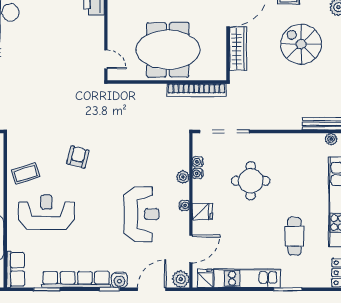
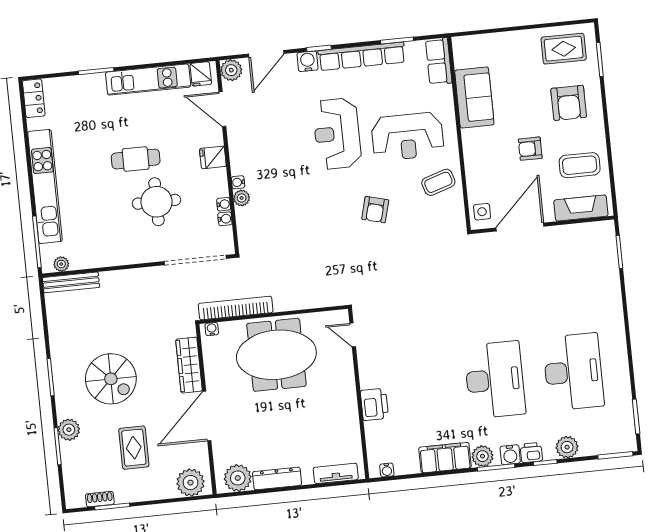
water cooler: (217, 75) -> (212, 329), added
water cooler: (184, 205) -> (238, 182), moved
reception desk: (142, 214) -> (337, 134), moved
cafe table: (294, 236) -> (136, 159), moved, turned 90
door: (191, 249) -> (222, 109), hinge flipped

